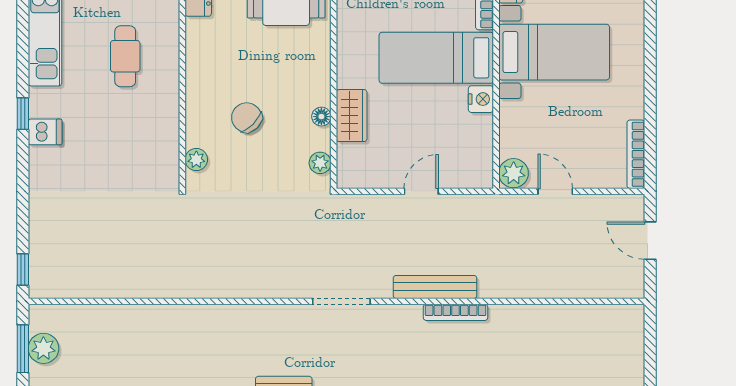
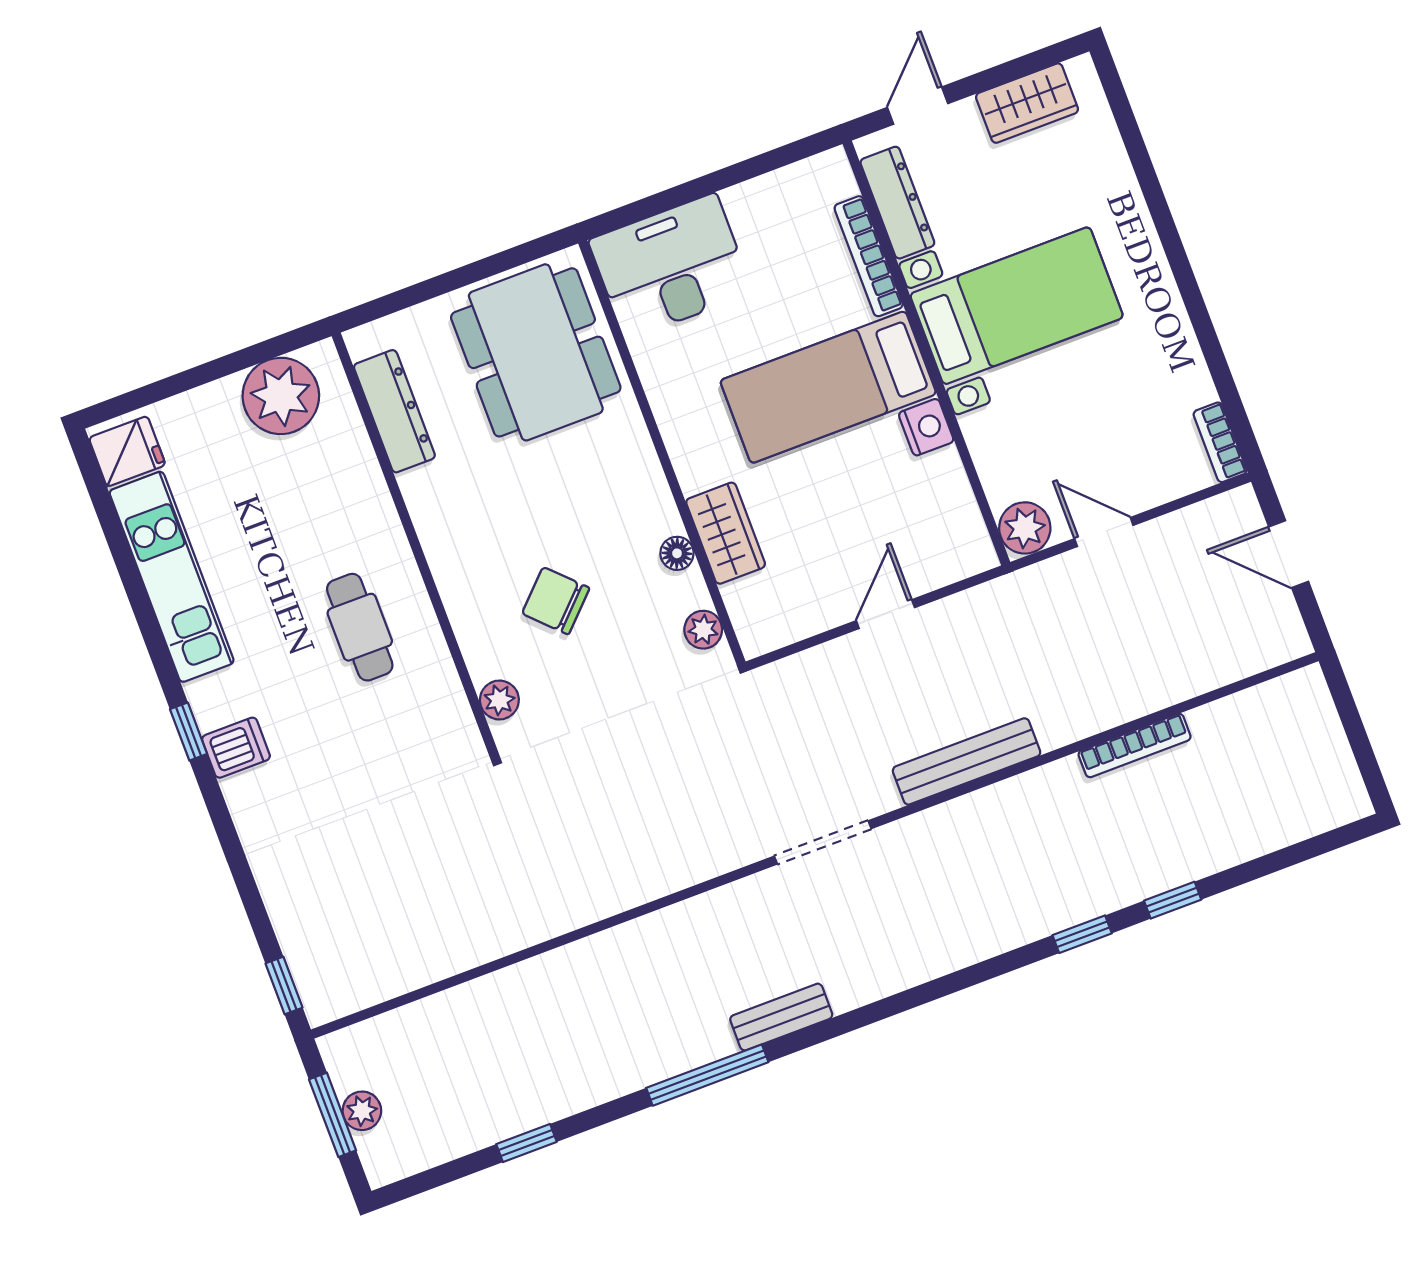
cafe table: (125, 56) -> (360, 627), moved
bookcase: (636, 154) -> (1220, 442), width x0.64
bookcase: (456, 312) -> (1135, 746), moved
plant: (43, 348) -> (362, 1111), width x0.73, depth x0.73

